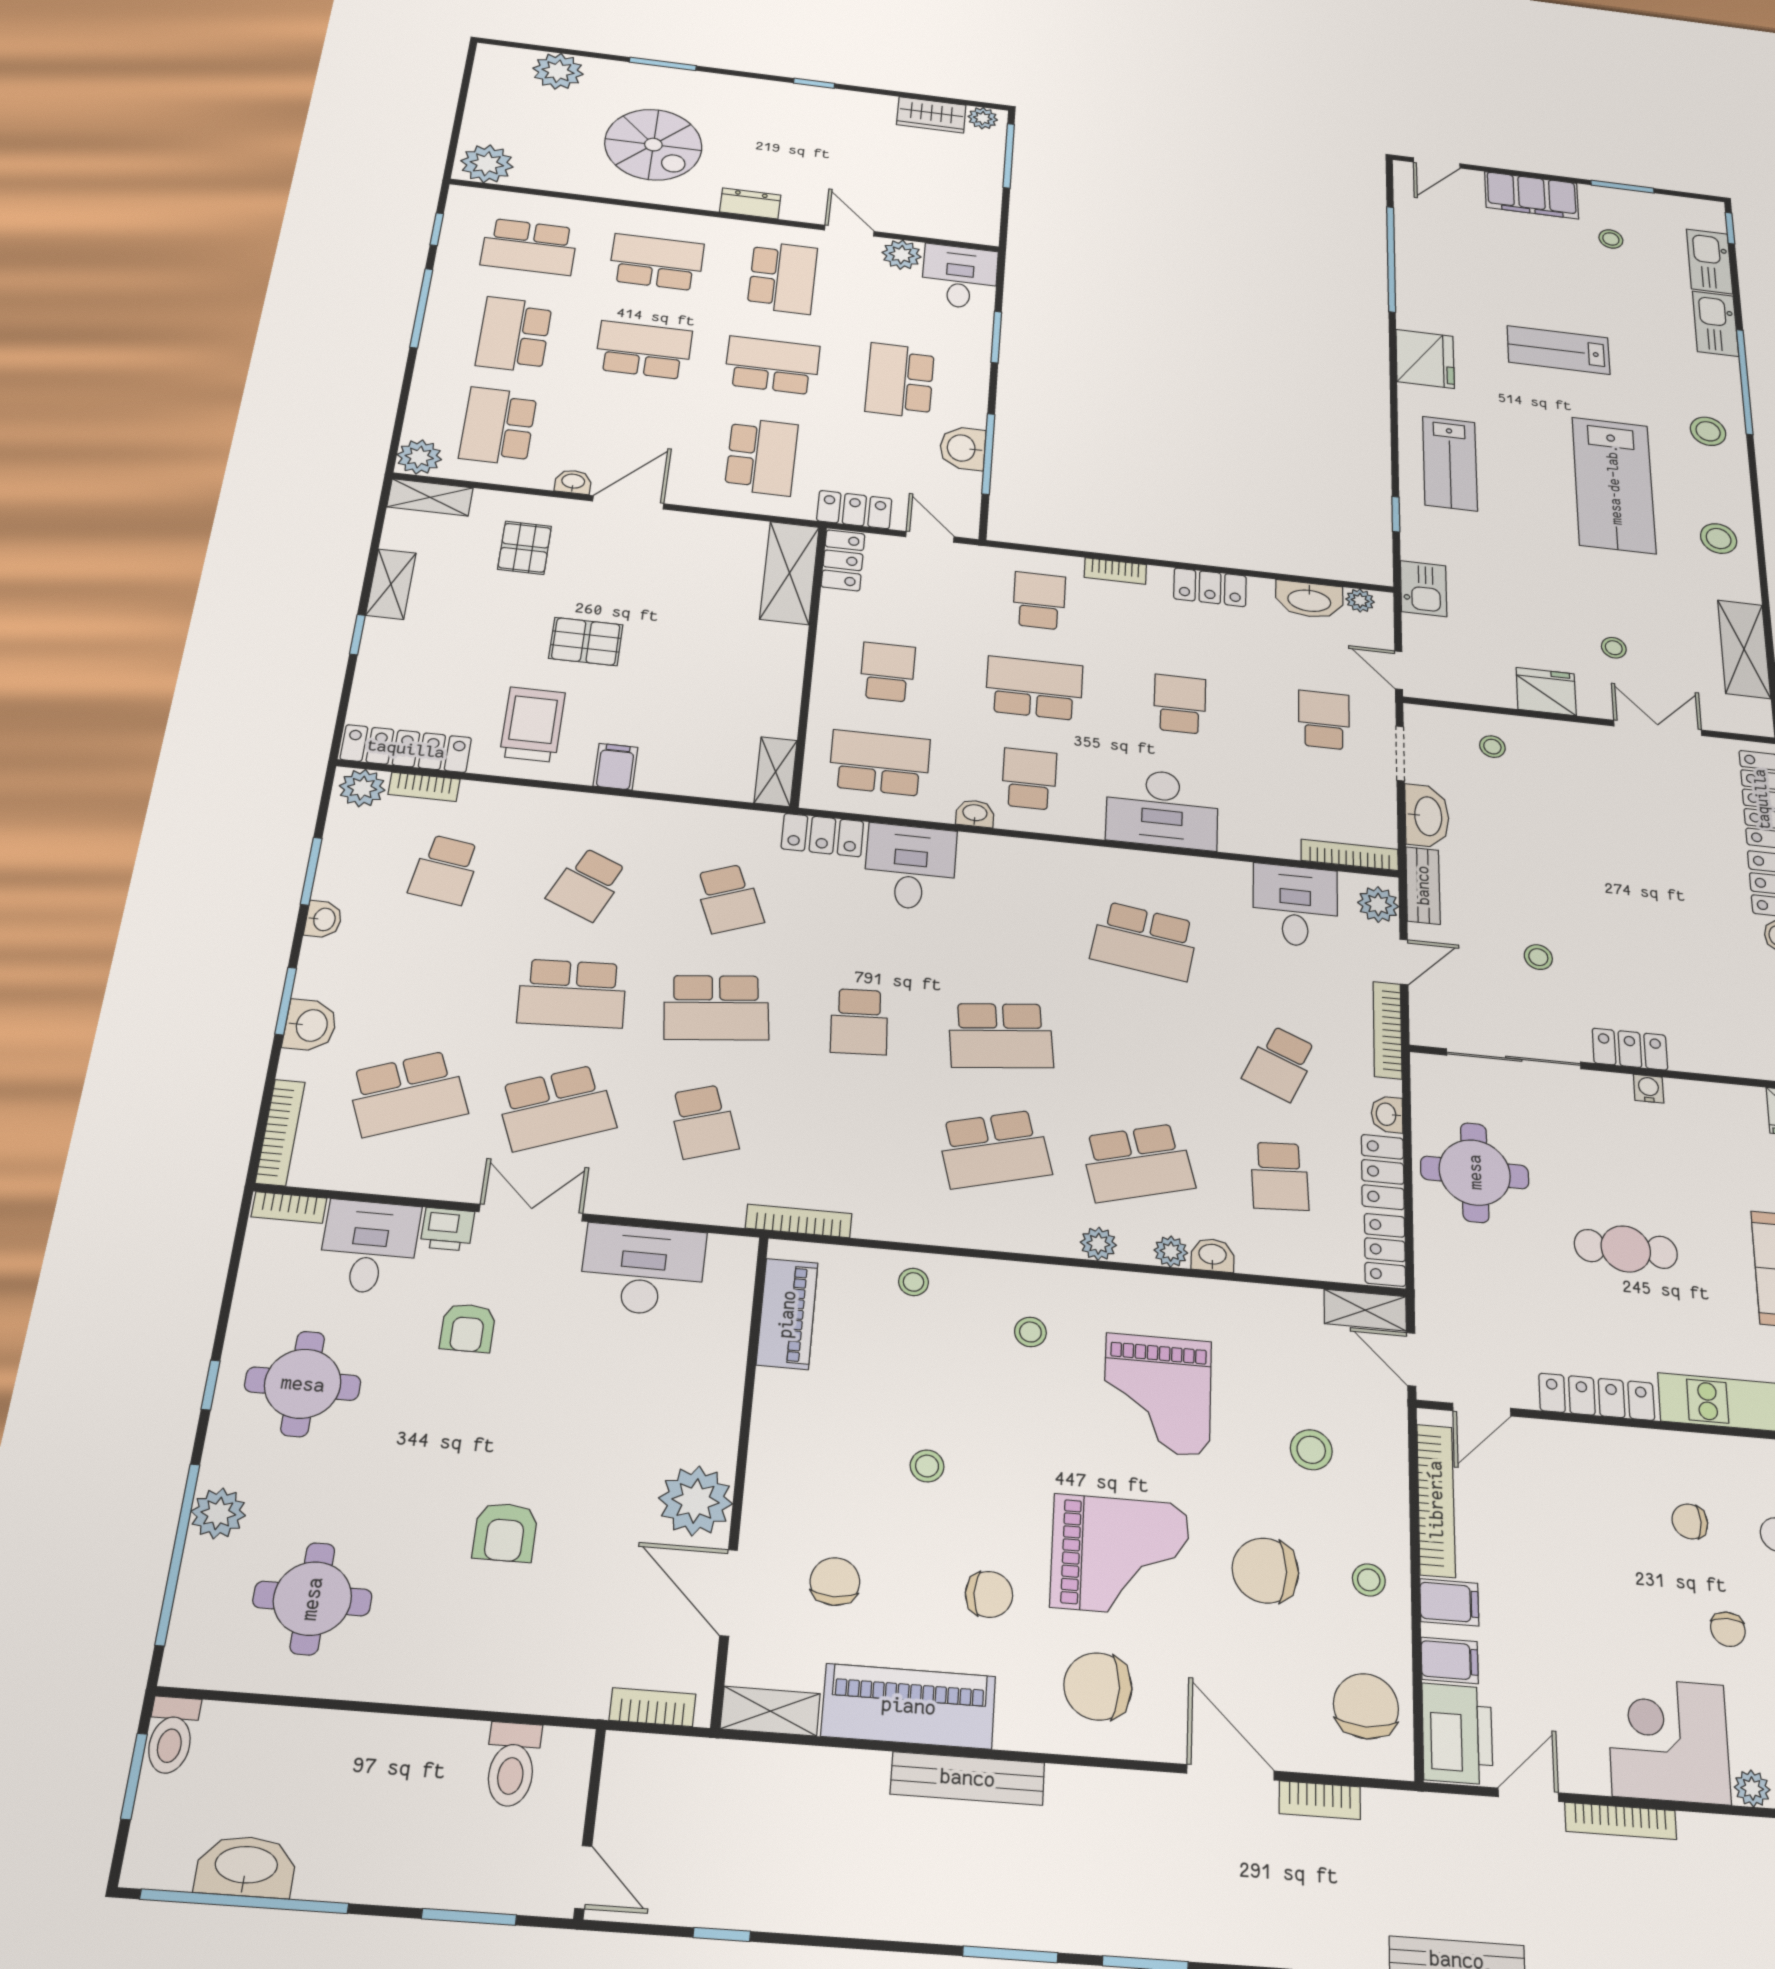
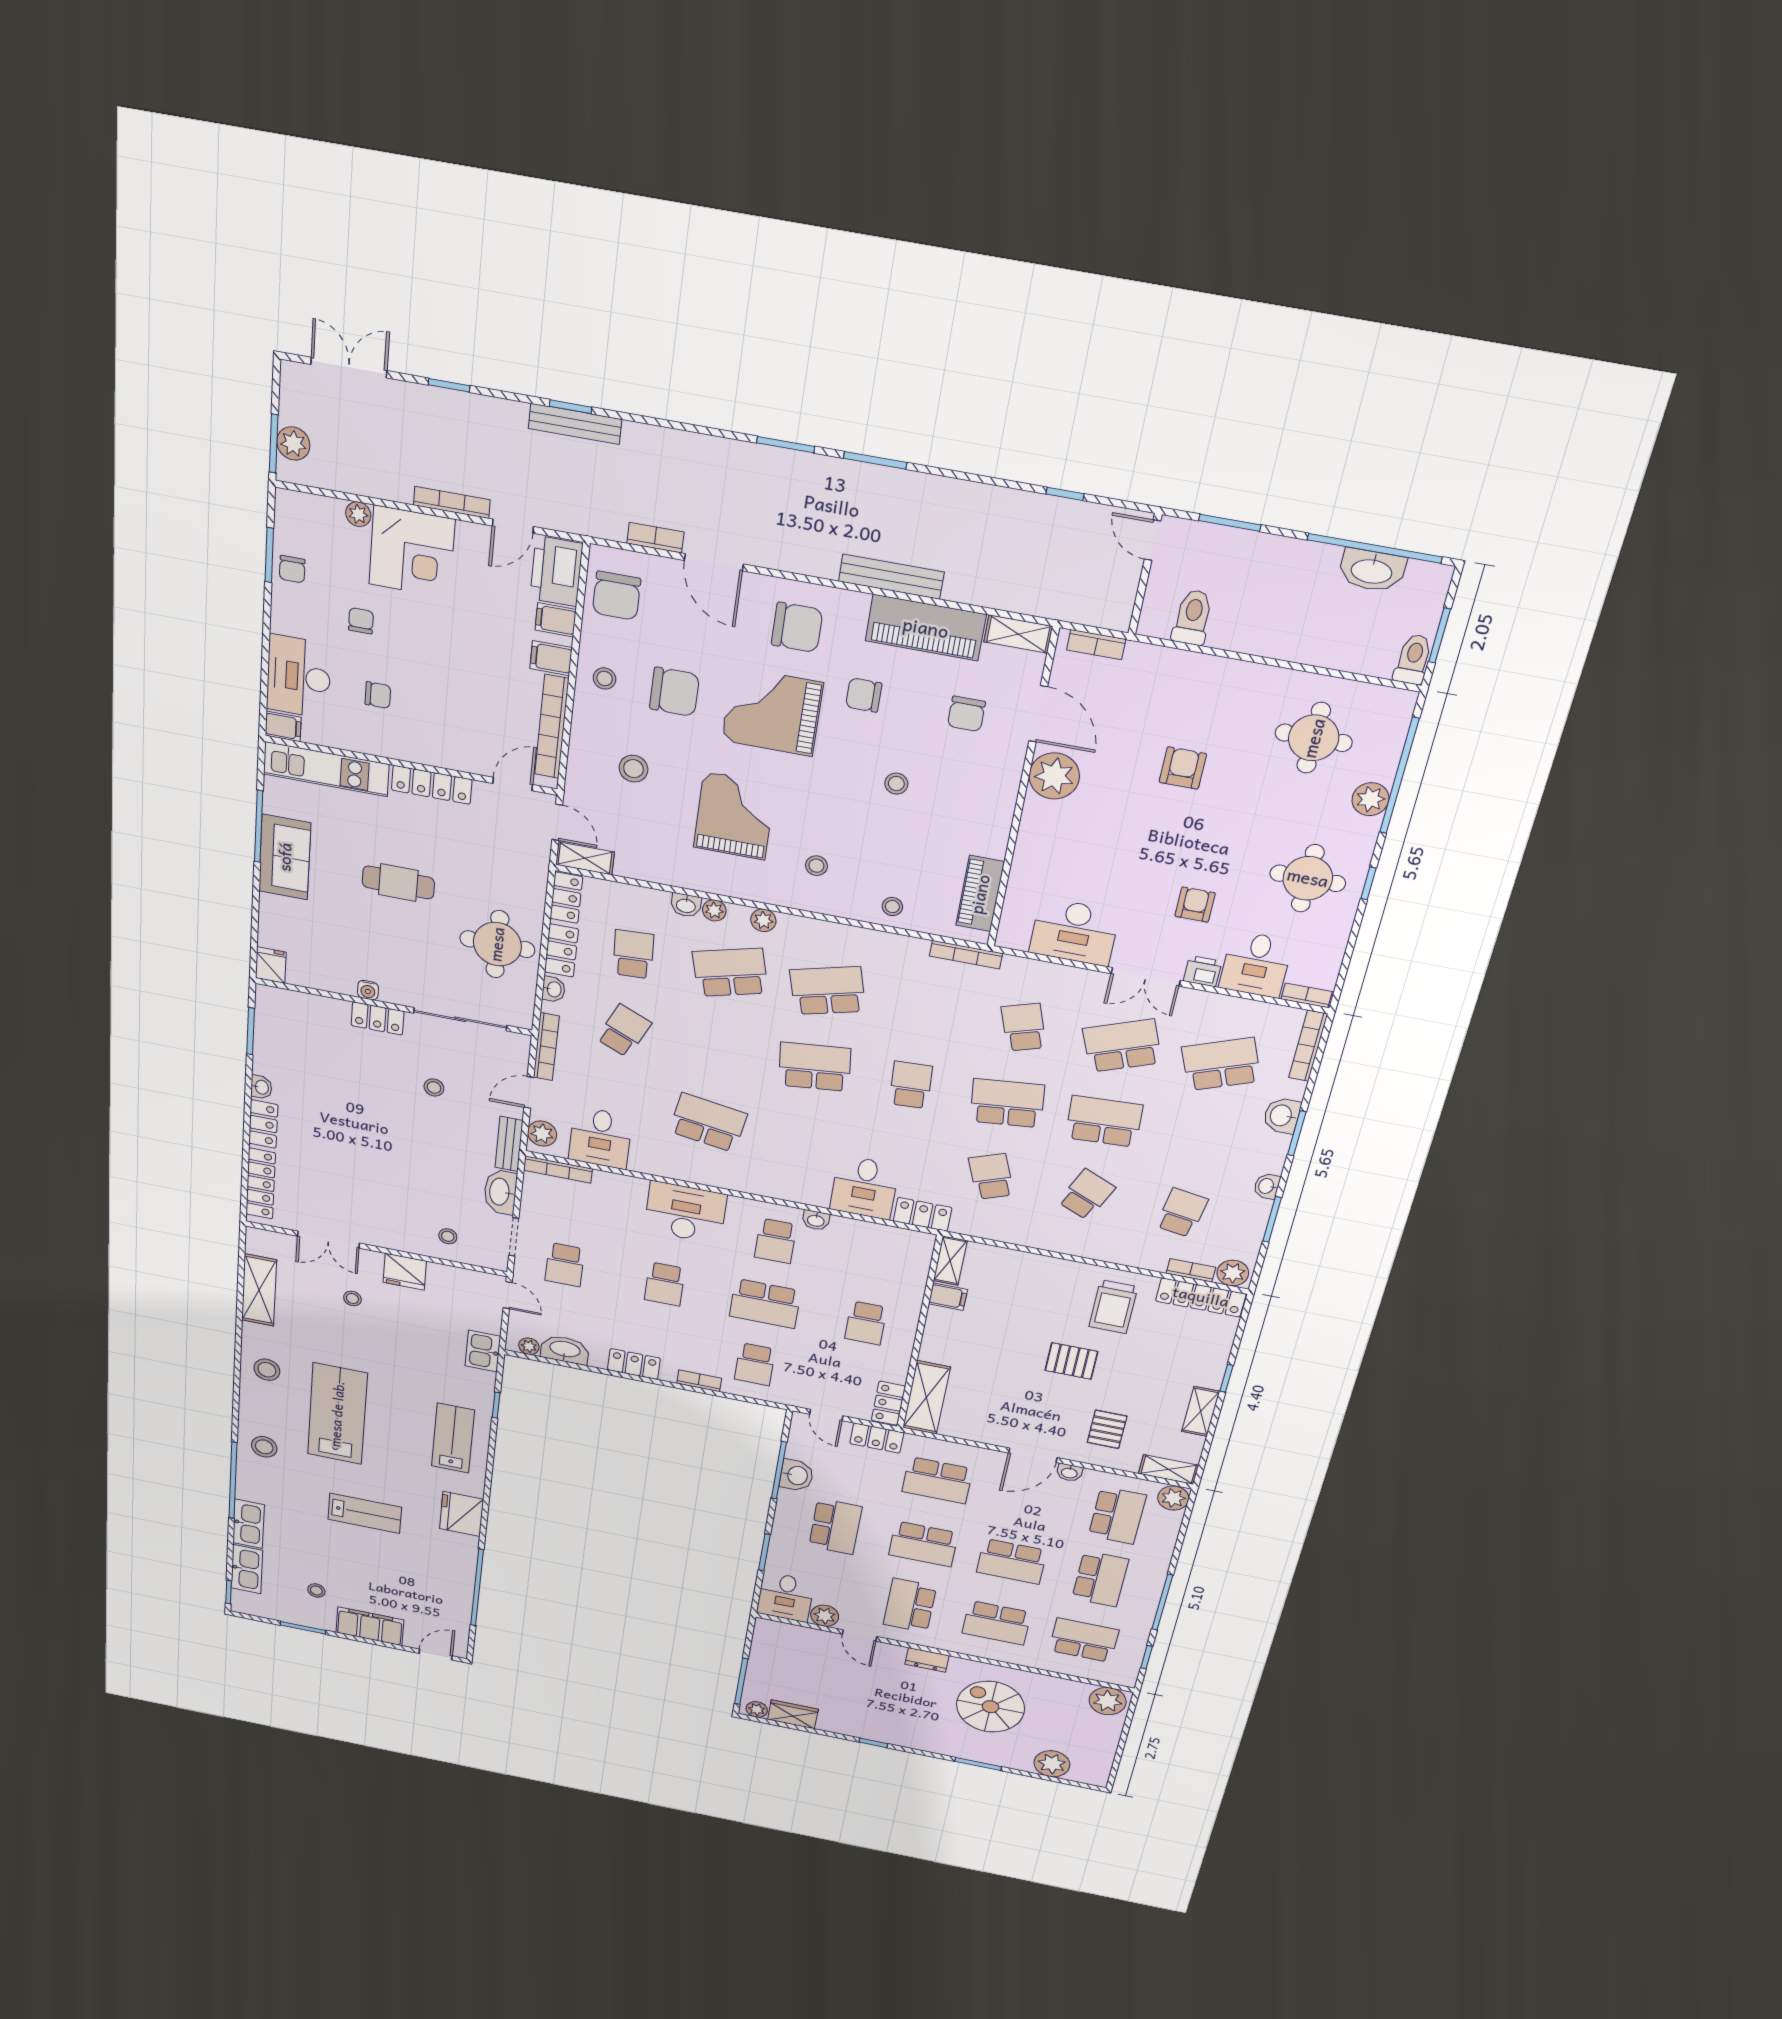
school desk: (762, 457) -> (937, 1480), turned -90
school desk: (880, 763) -> (878, 1261), removed
filing cabinet: (616, 767) -> (948, 1297), moved, turned -90

